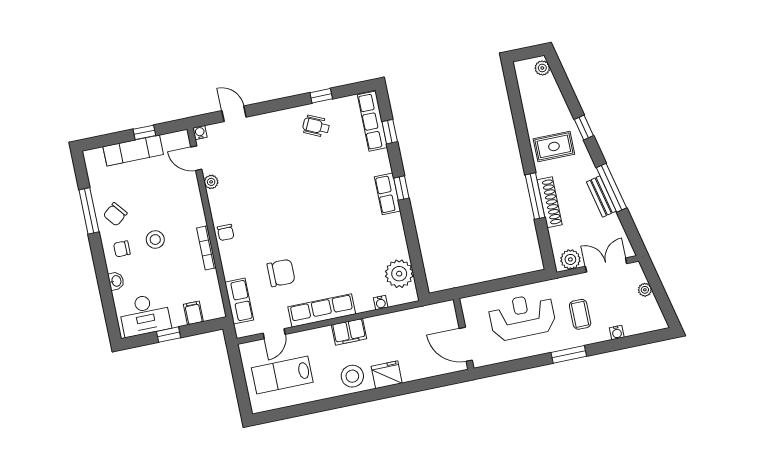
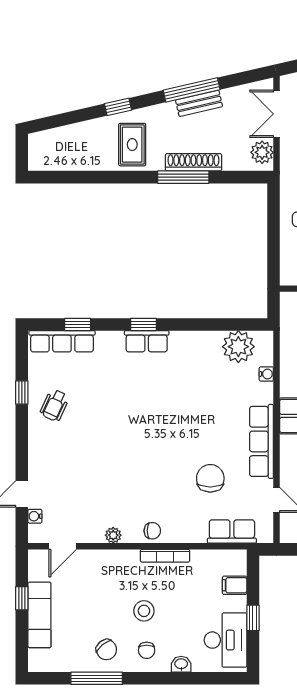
plant: (542, 68) -> (42, 139), removed
water cooler: (200, 133) -> (35, 516), moved
plant: (211, 182) -> (113, 535), moved

